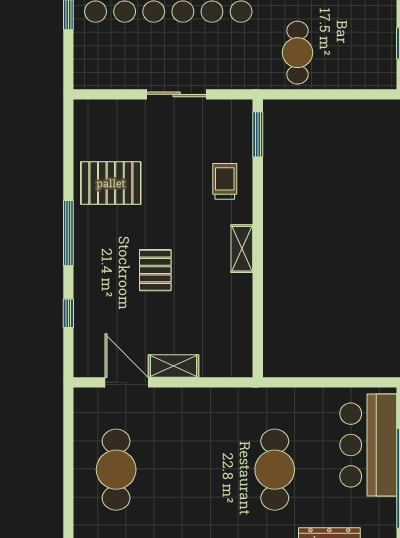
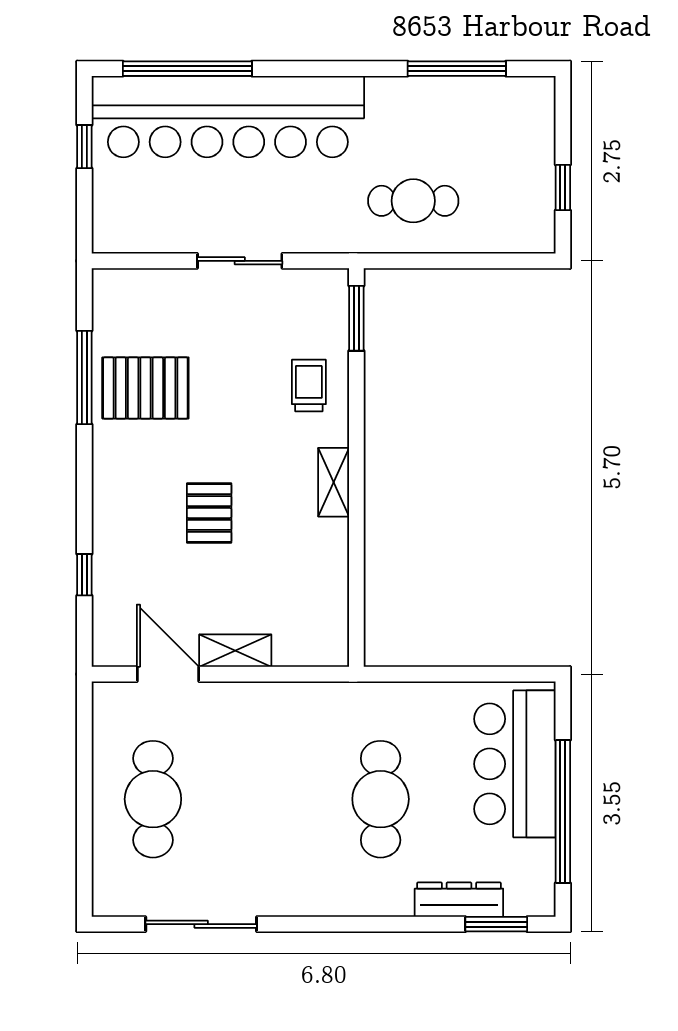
cafe table: (297, 53) -> (413, 201), turned 90
window: (68, 233) -> (84, 377), moved

